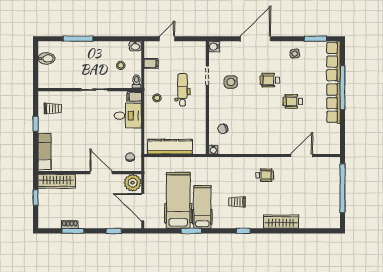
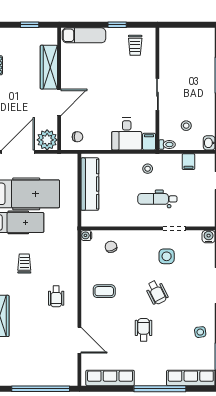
bidet: (46, 58) -> (194, 38), removed
wheelchair: (270, 80) -> (157, 292), moved, turned 153
dental chair: (182, 90) -> (157, 199), turned 180
row of seats: (333, 103) -> (110, 378), moved
coffee table: (260, 135) -> (104, 291), added
wardrobe: (57, 181) -> (49, 67), moved

